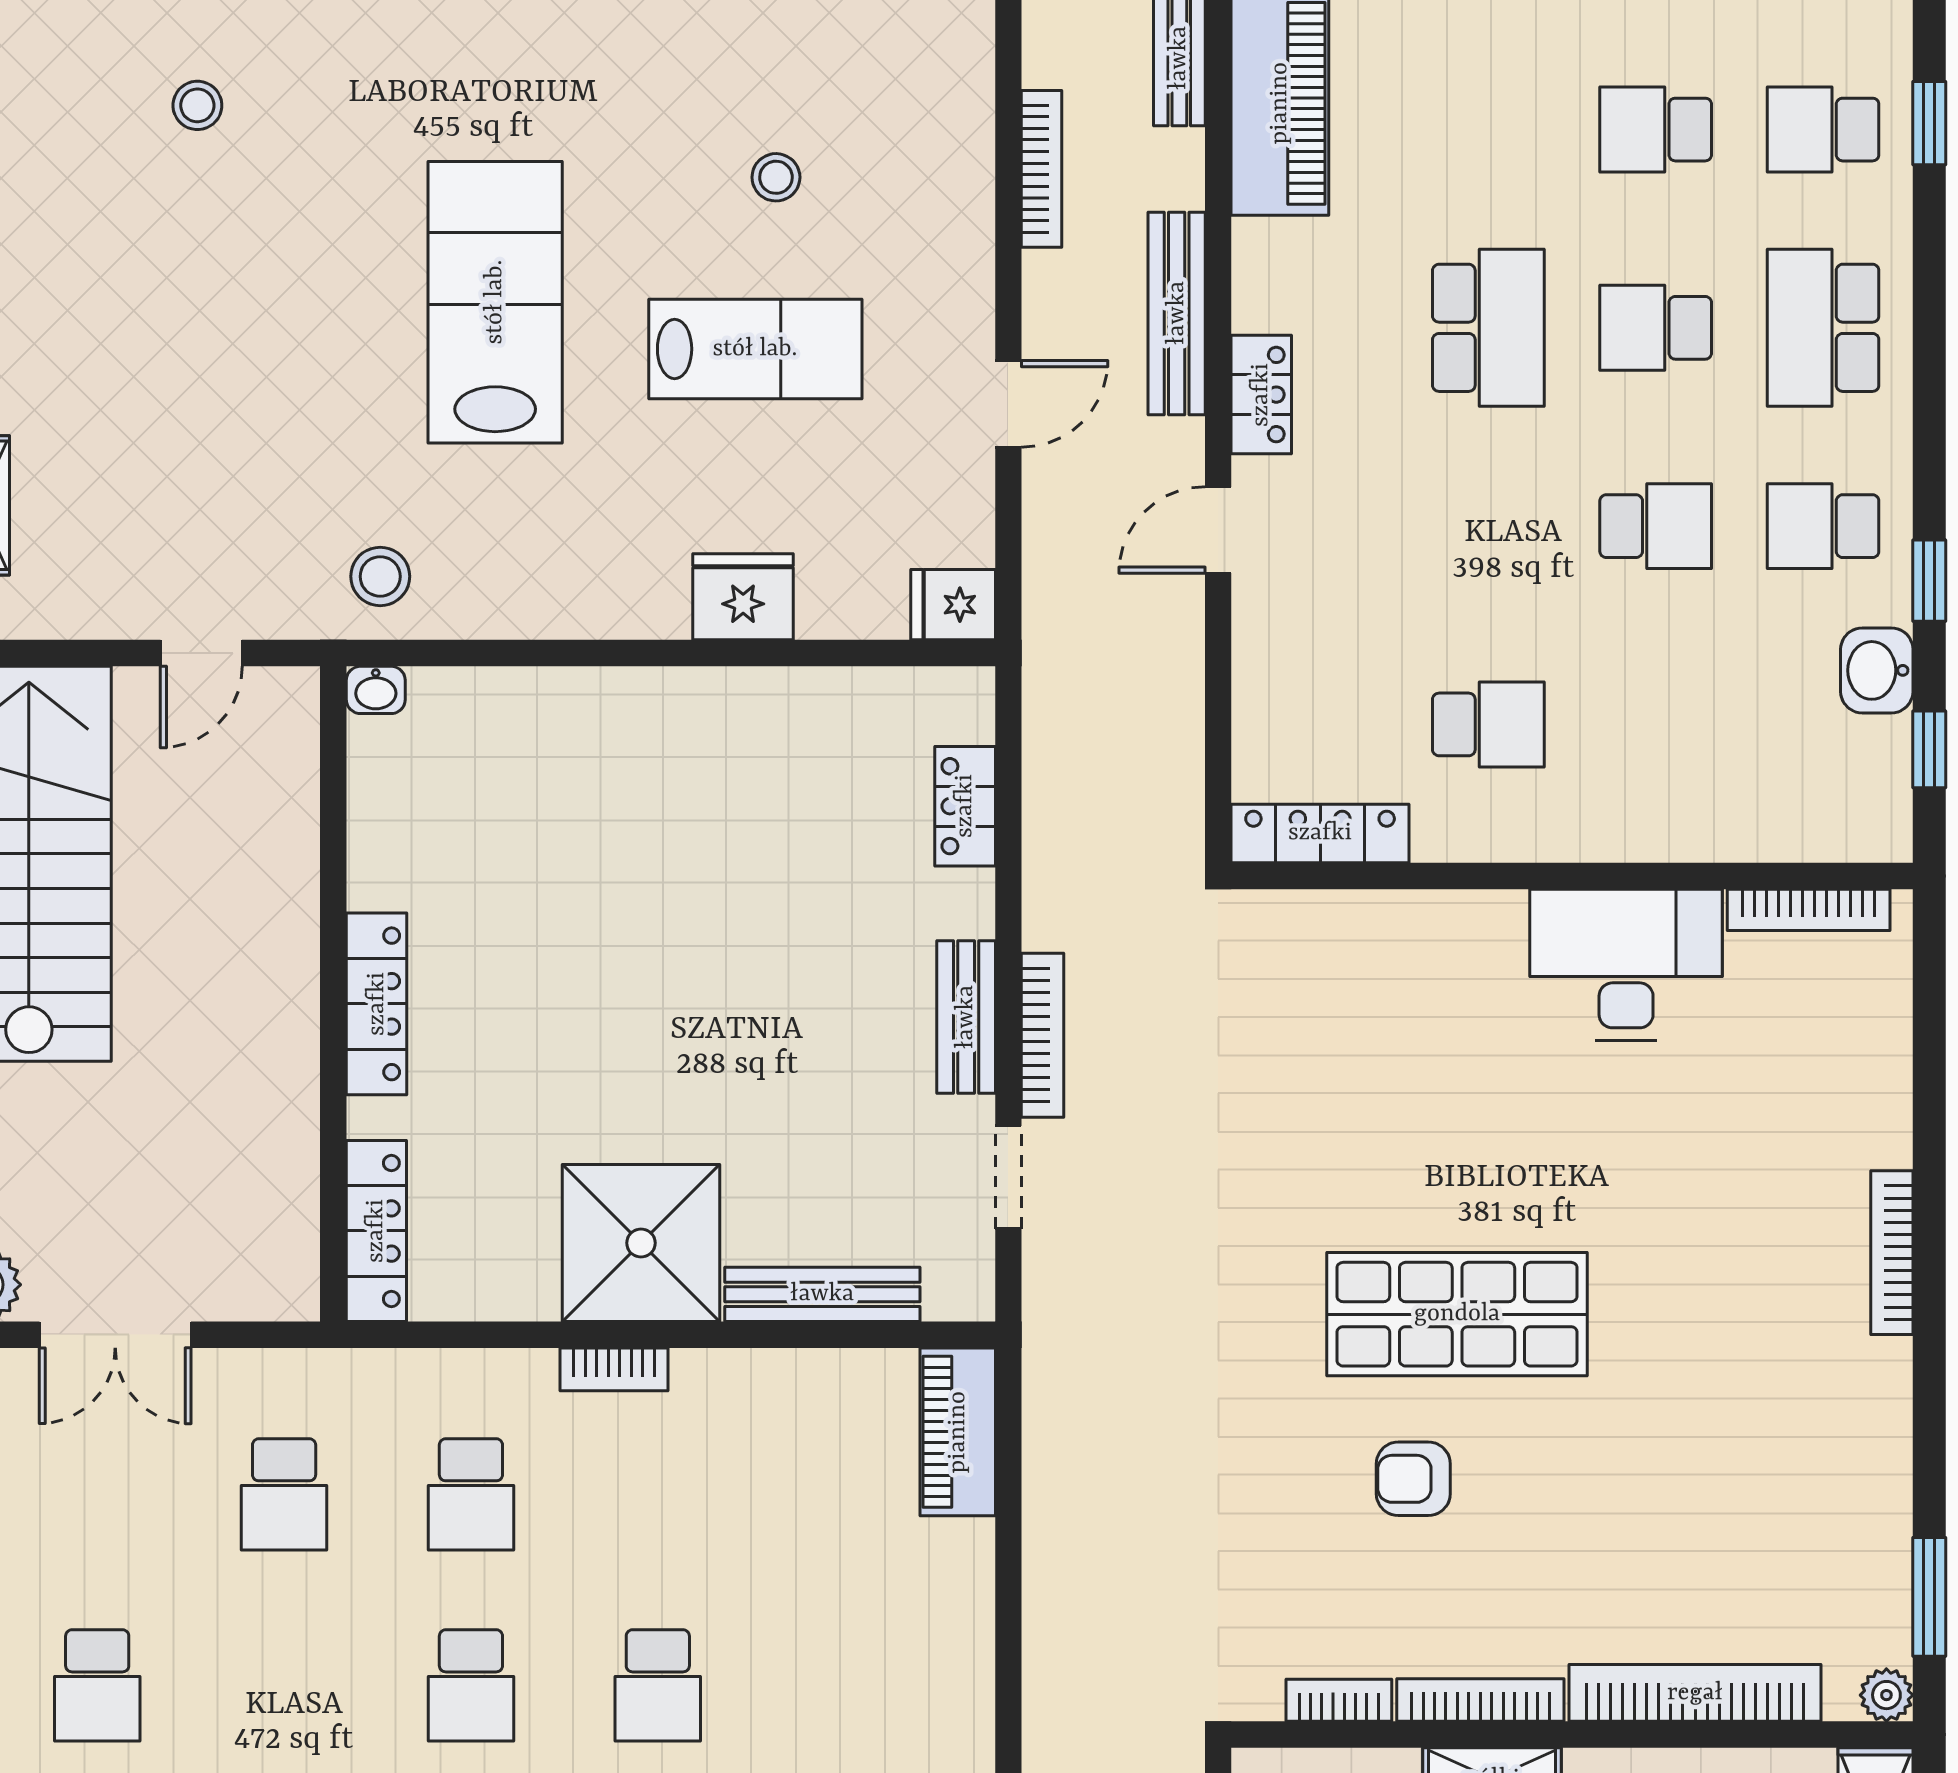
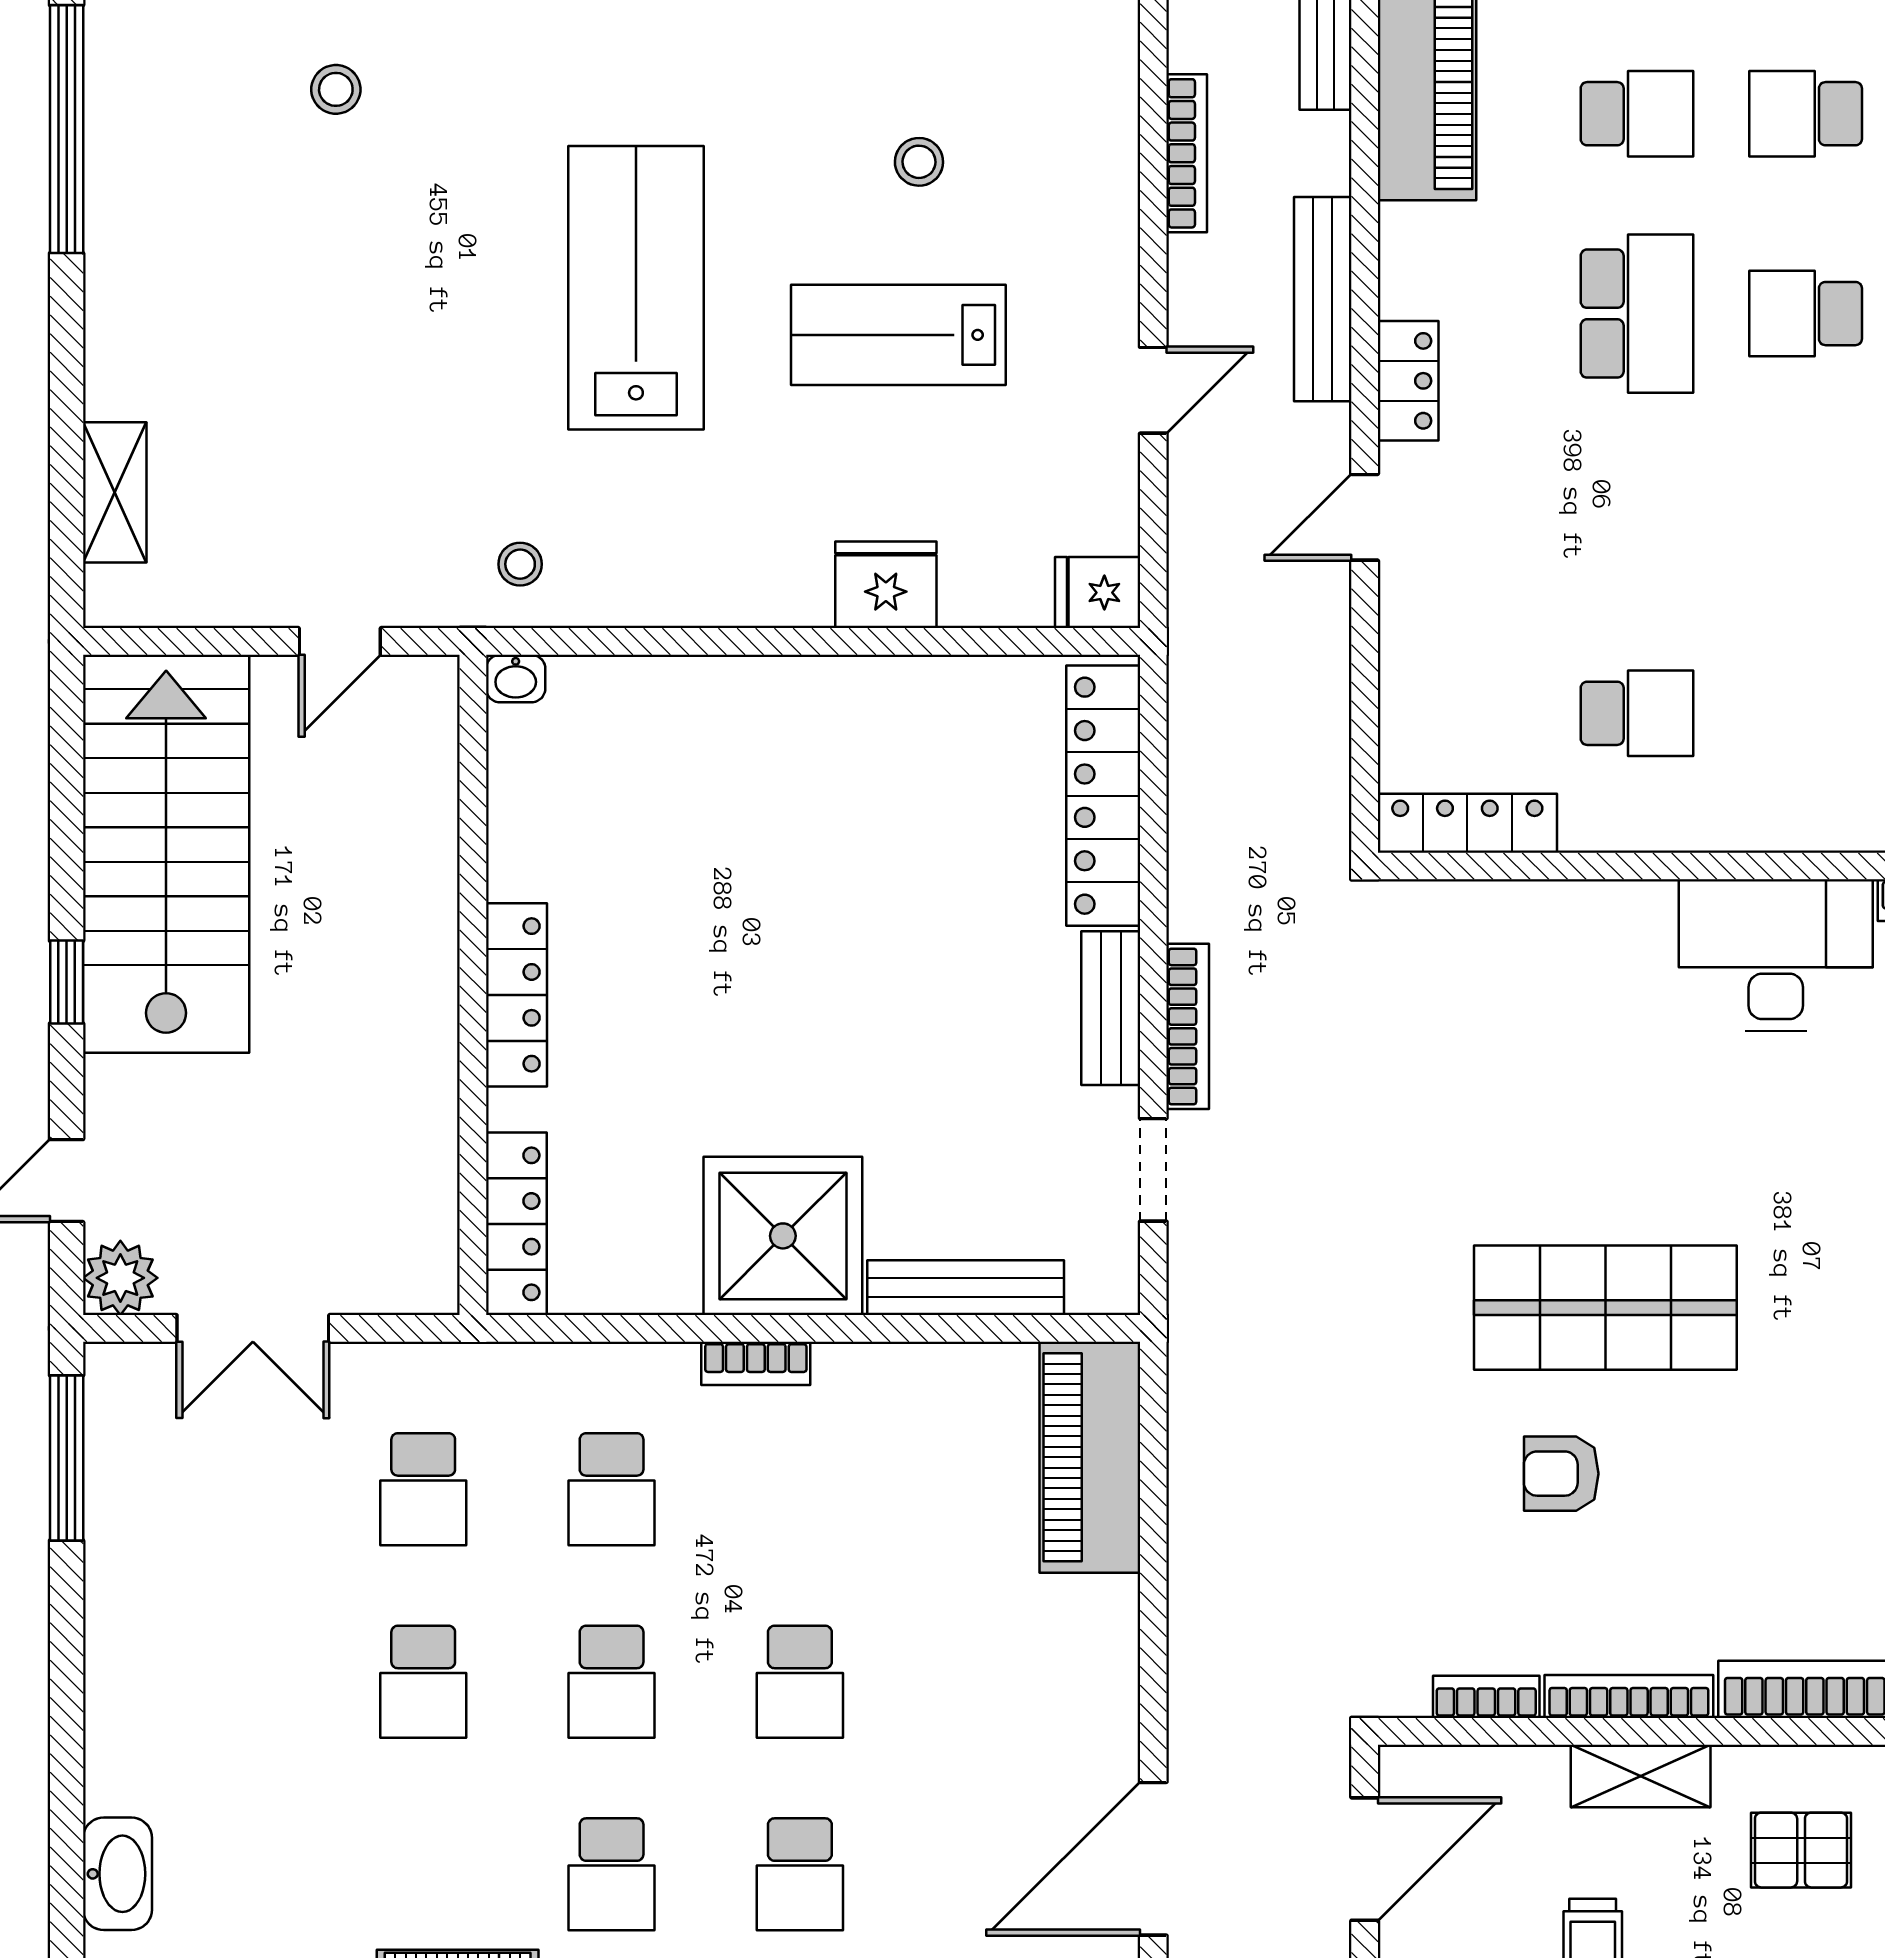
lab bench: (755, 349) -> (898, 335), turned 180
school desk: (1656, 526) -> (1637, 114), moved
stool: (380, 576) -> (520, 564), width x0.73, depth x0.73
locker: (965, 806) -> (1103, 796), width x2.16, depth x1.21
piano: (958, 1432) -> (1090, 1457), width x1.37, depth x1.33
school desk: (97, 1685) -> (423, 1682), moved

